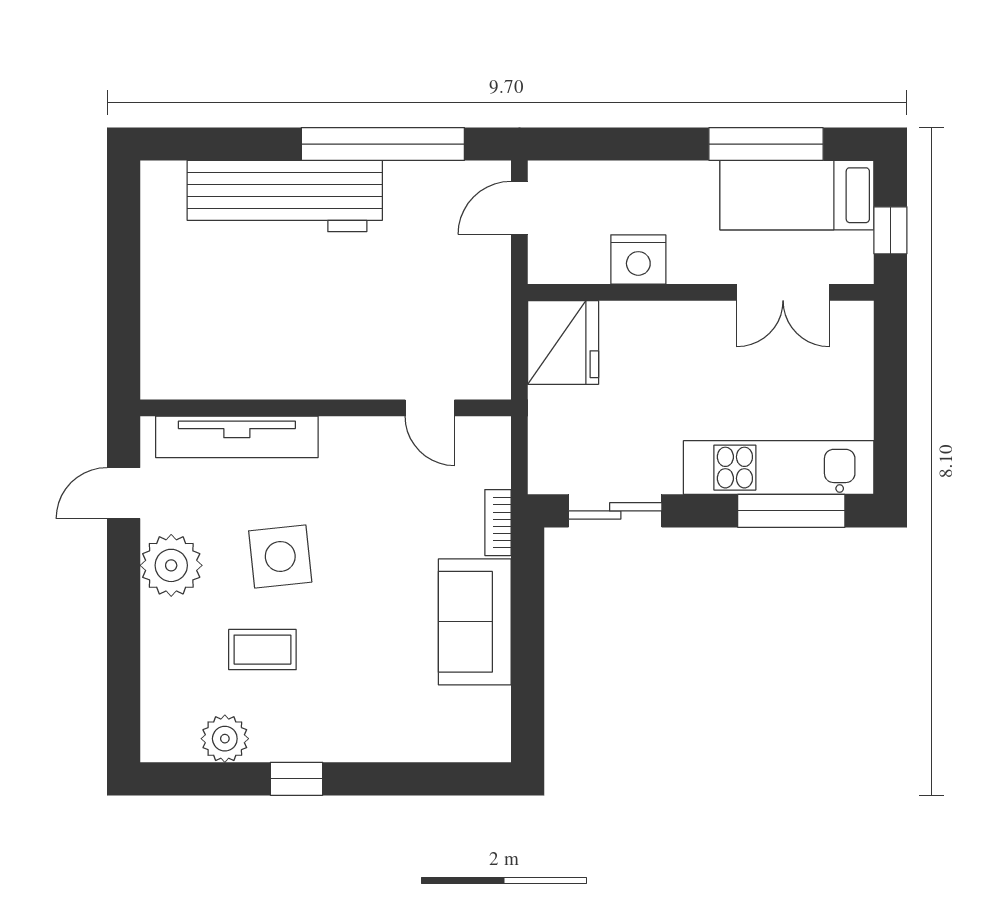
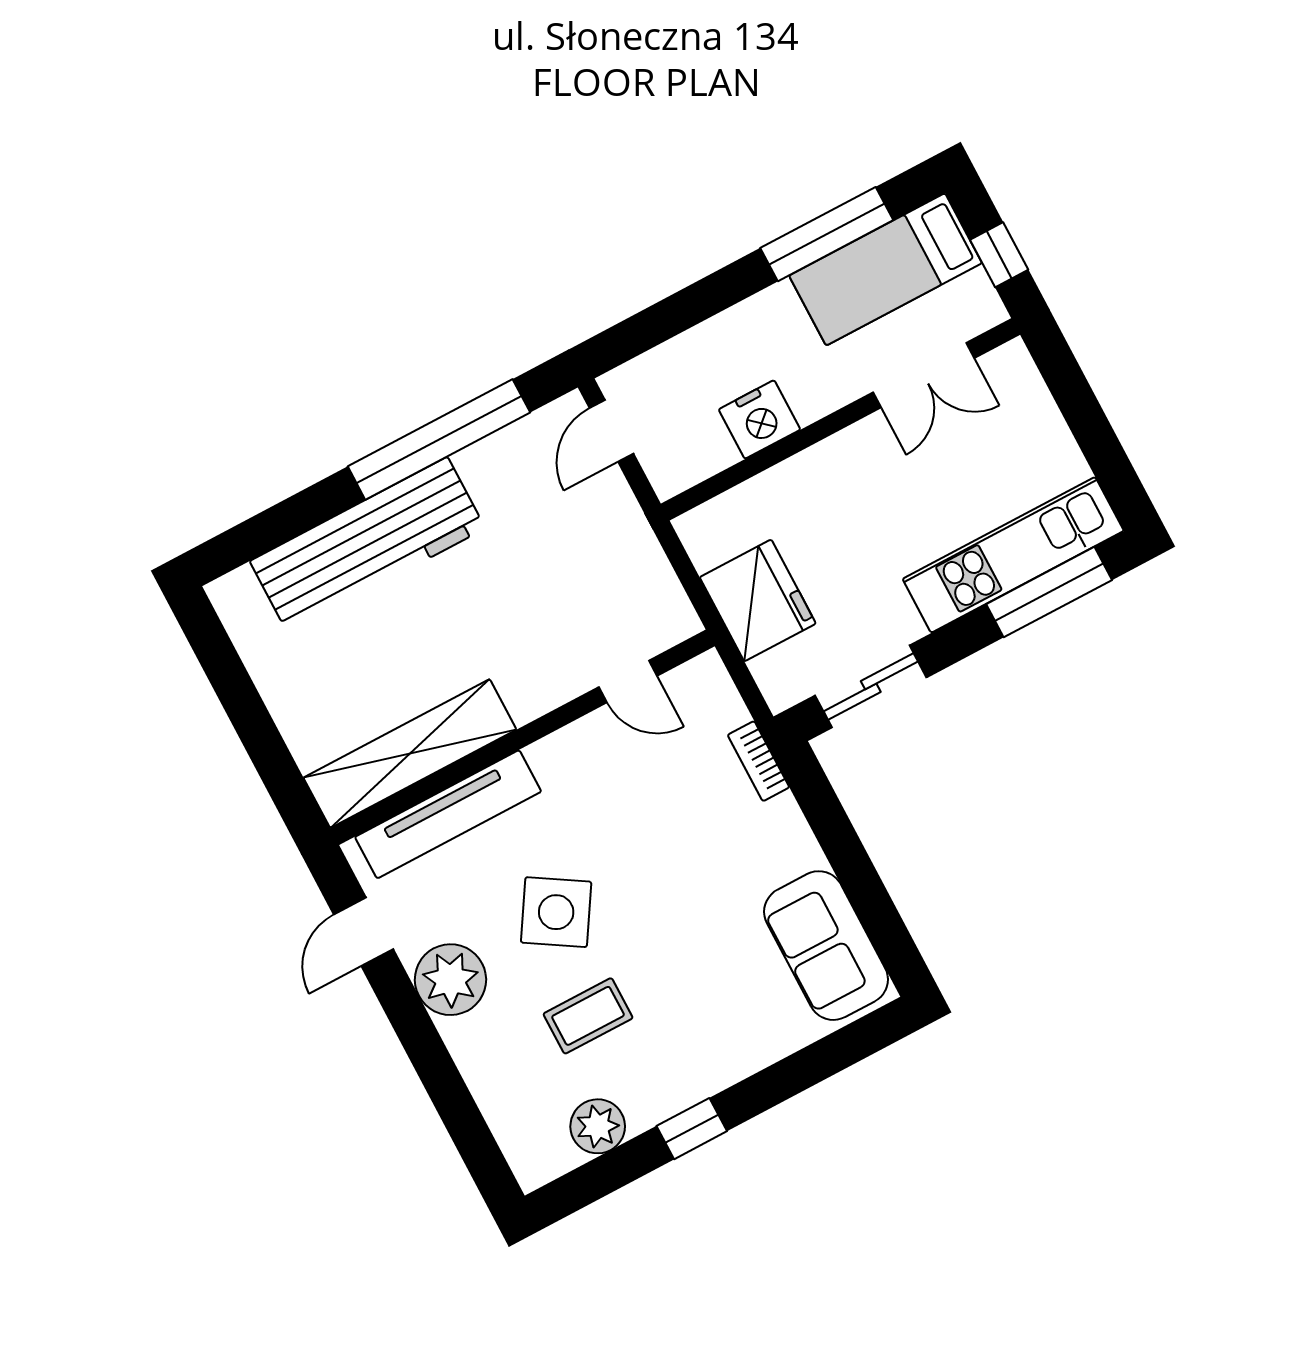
fridge: (563, 342) -> (758, 600), moved
shelving: (232, 374) -> (410, 754), added
side table: (280, 556) -> (556, 912), turned 38
sofa: (475, 622) -> (826, 946), moved

